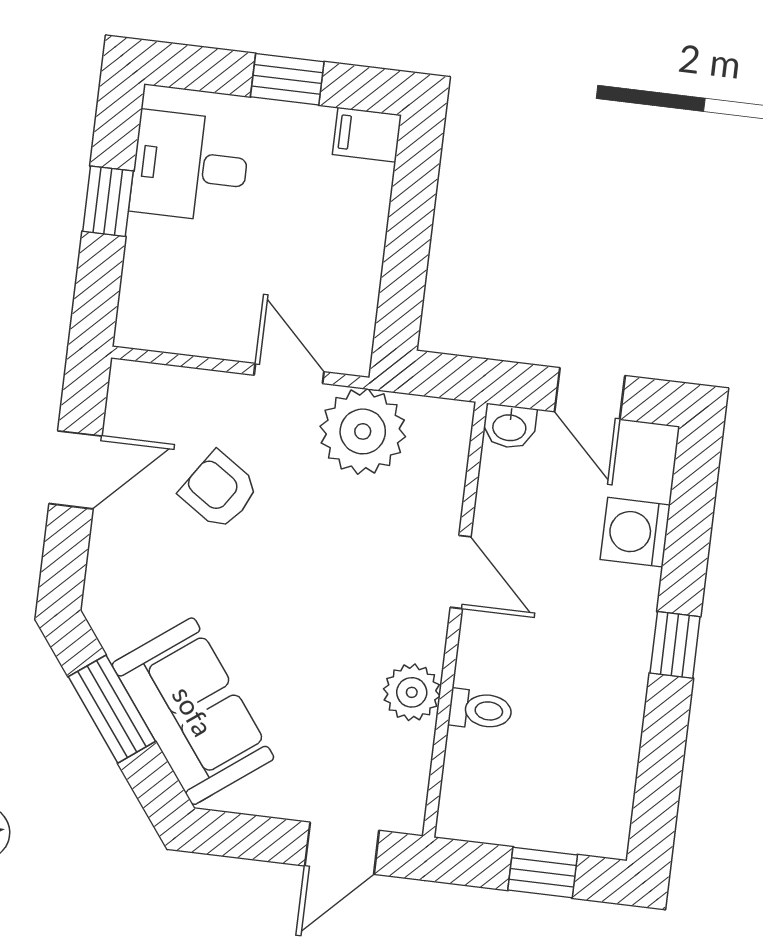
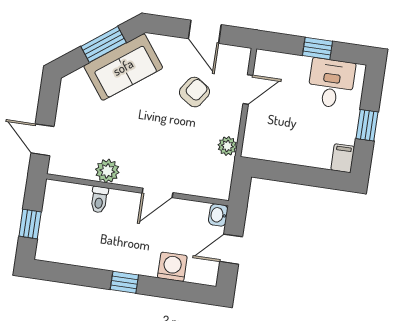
door: (289, 373) -> (248, 89), moved
plant: (363, 431) -> (227, 146), width x0.53, depth x0.53
sofa: (193, 711) -> (123, 67), moved

